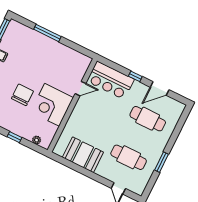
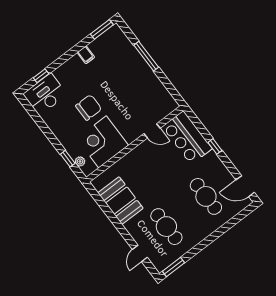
door: (160, 88) -> (245, 186), moved
corner desk: (52, 105) -> (102, 142), moved
window: (15, 137) -> (68, 159), moved
window: (161, 162) -> (174, 267), moved

